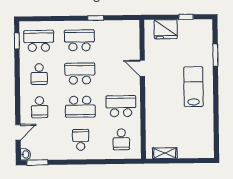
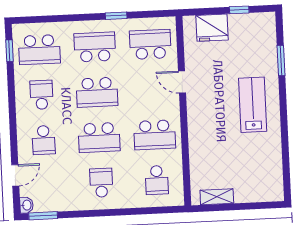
school desk: (120, 40) -> (150, 44), added
school desk: (39, 41) -> (39, 50), turned 180
school desk: (39, 74) -> (41, 95), turned 180
school desk: (80, 74) -> (97, 92), turned 180
school desk: (121, 106) -> (155, 135), turned 180

